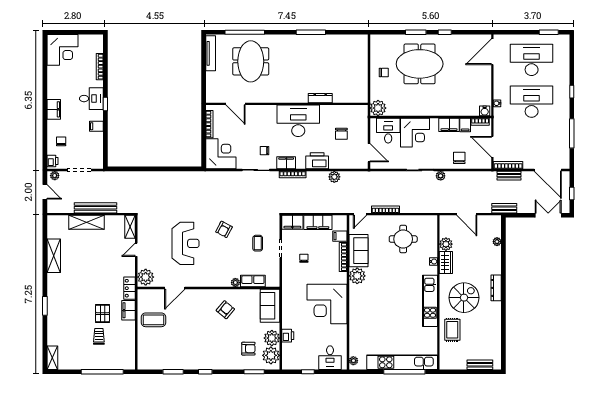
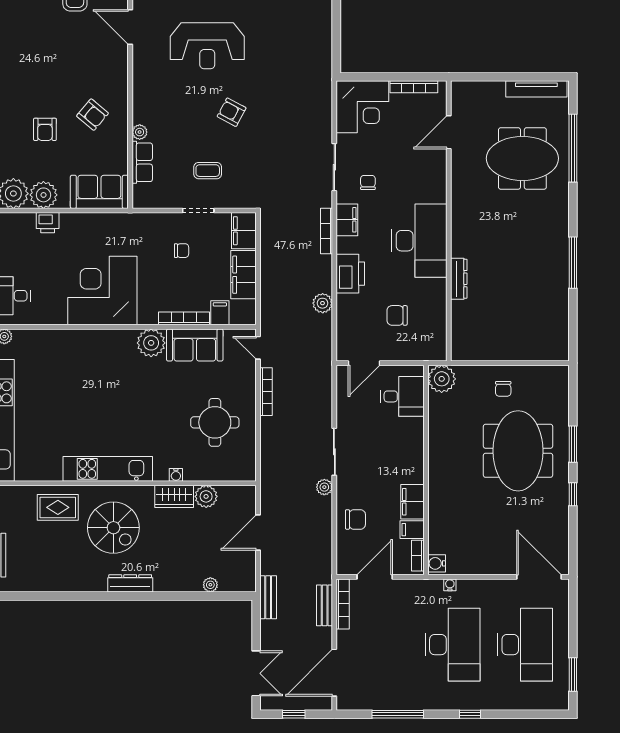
corner desk: (415, 133) -> (399, 443), removed
armchair: (248, 349) -> (45, 129), moved

